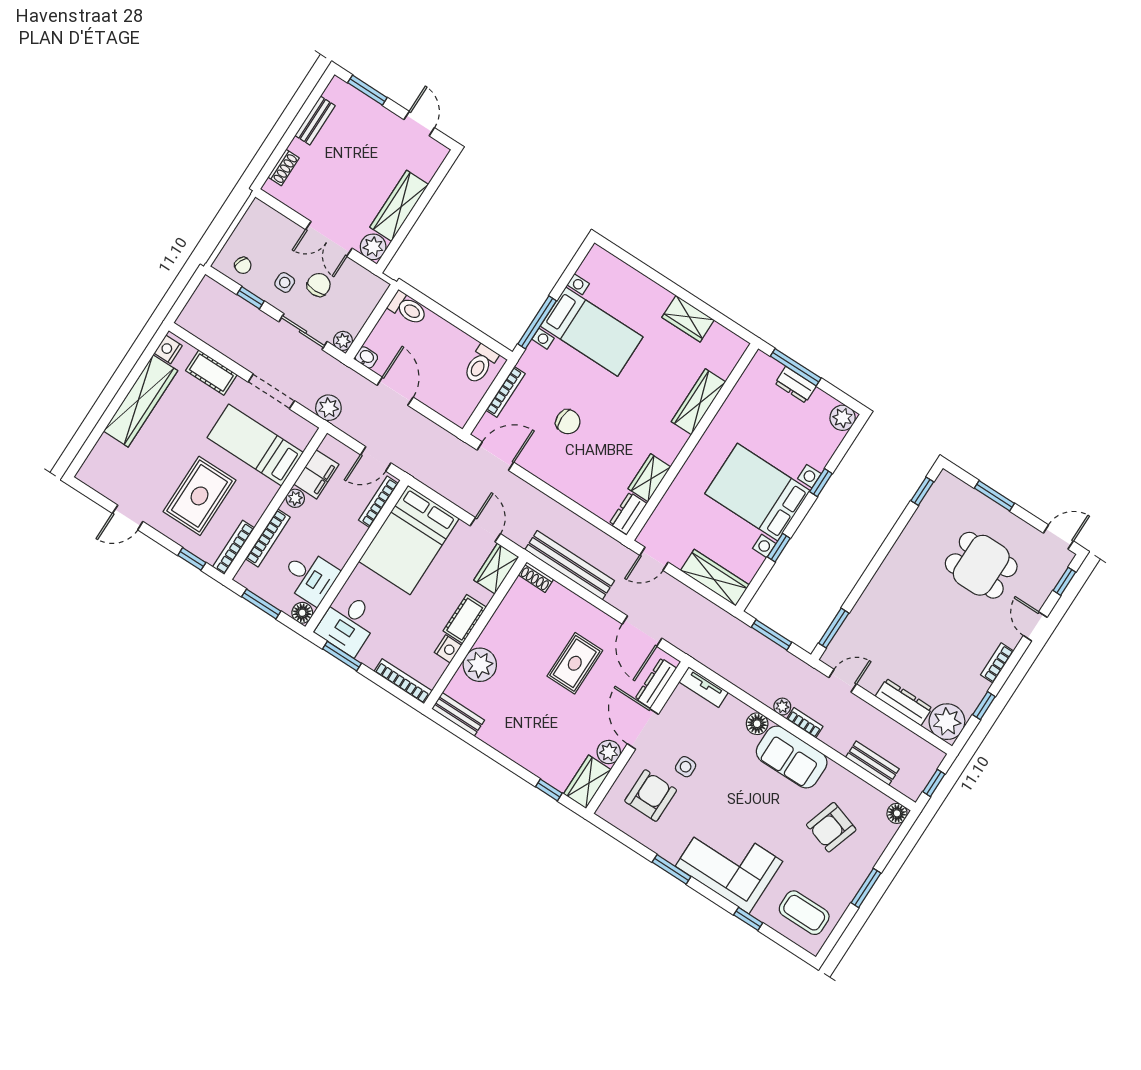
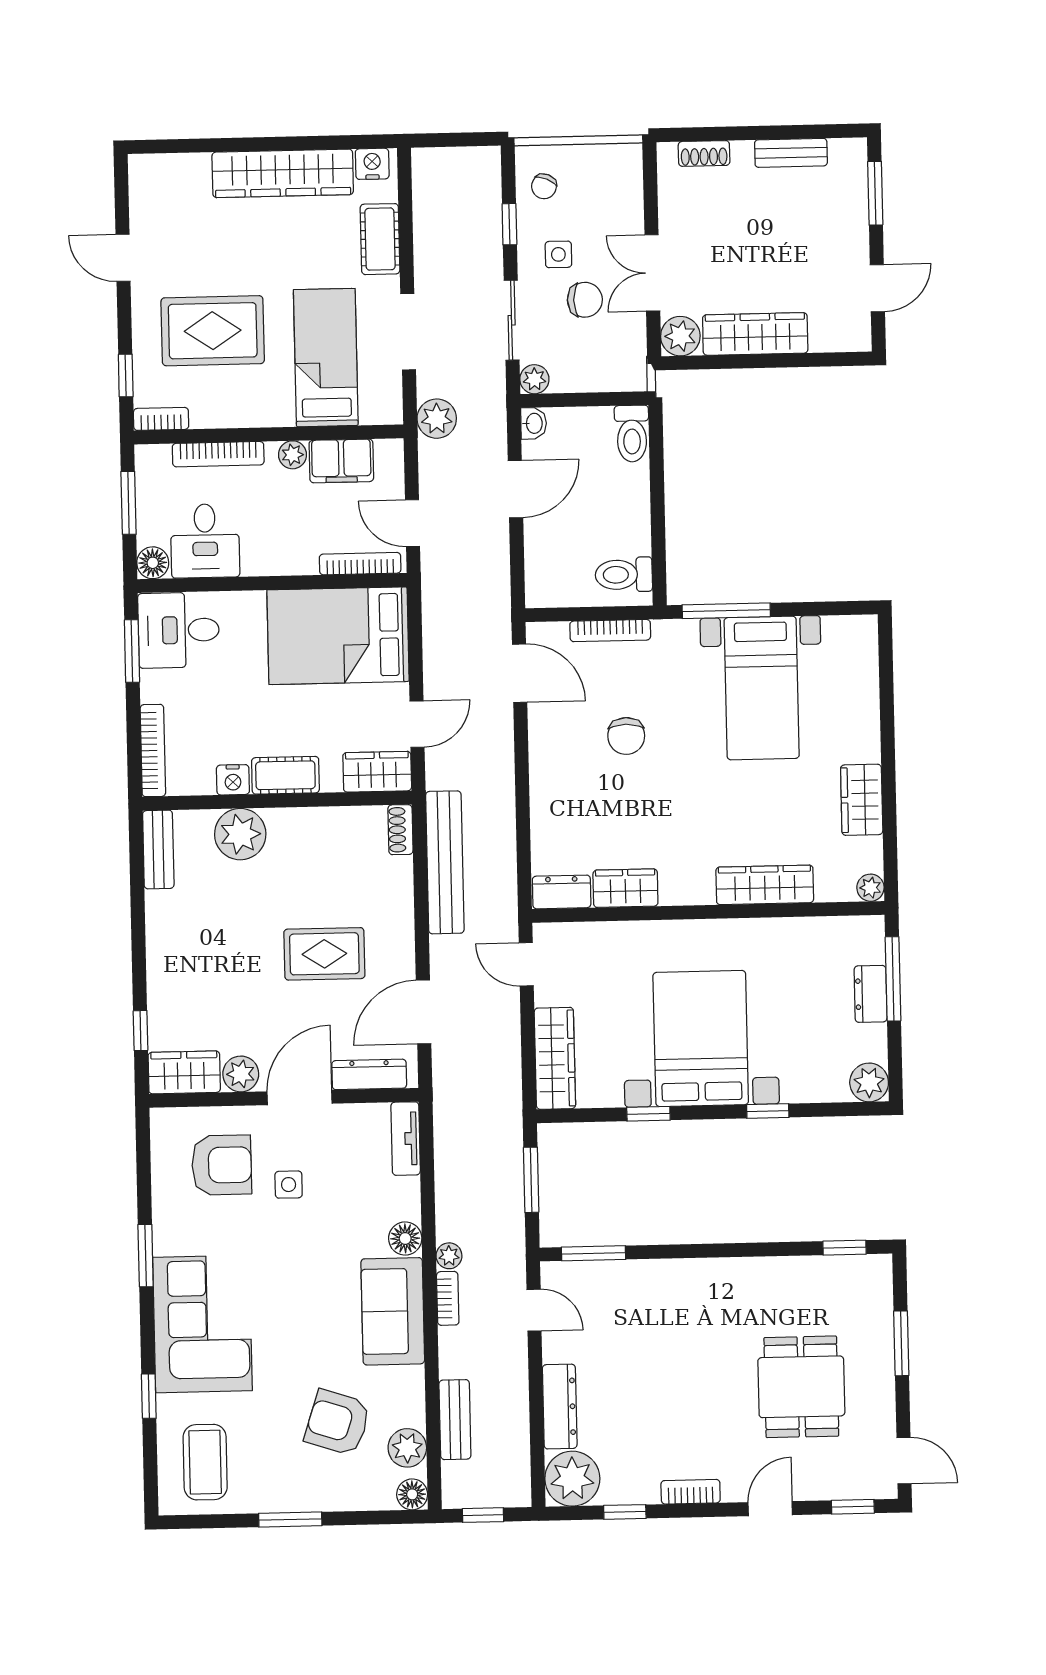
plant: (738, 346) -> (870, 888), added
bookcase: (233, 547) -> (161, 419), width x0.64
plant: (870, 799) -> (407, 1448), added

